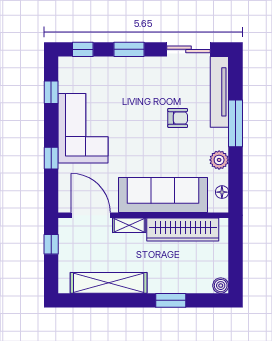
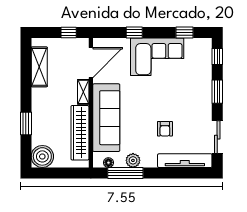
window: (236, 123) -> (125, 173), moved
shelving: (109, 283) -> (39, 67), width x0.68
boiler: (221, 286) -> (42, 156), width x1.86, depth x1.86

